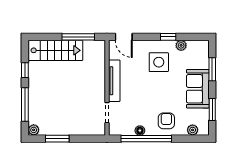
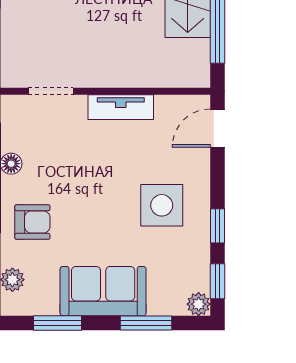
window: (193, 37) -> (217, 281), added
plant: (181, 45) -> (199, 304), moved
tv unit: (114, 81) -> (121, 107), width x0.71

